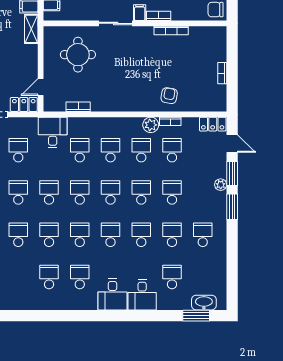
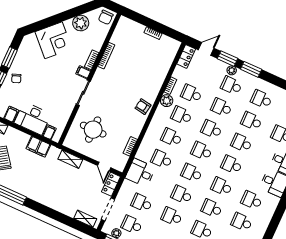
shelving: (31, 29) -> (70, 159), moved
armchair: (169, 96) -> (143, 107), moved
school desk: (203, 192) -> (231, 86), added

